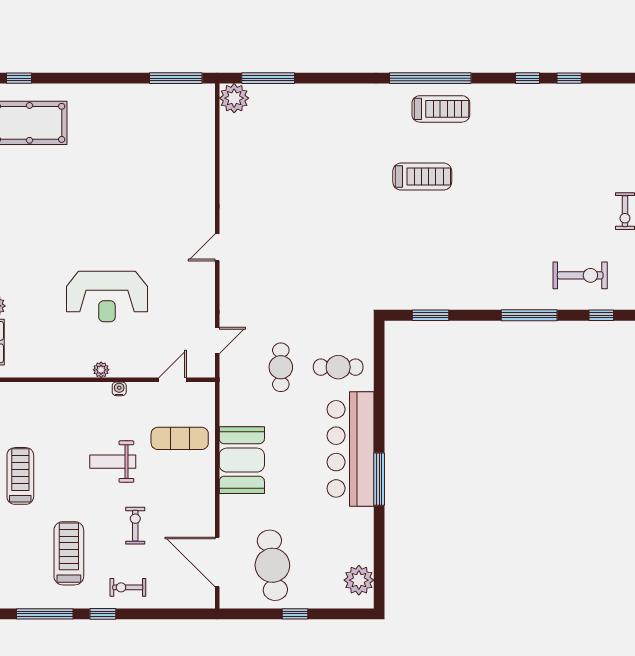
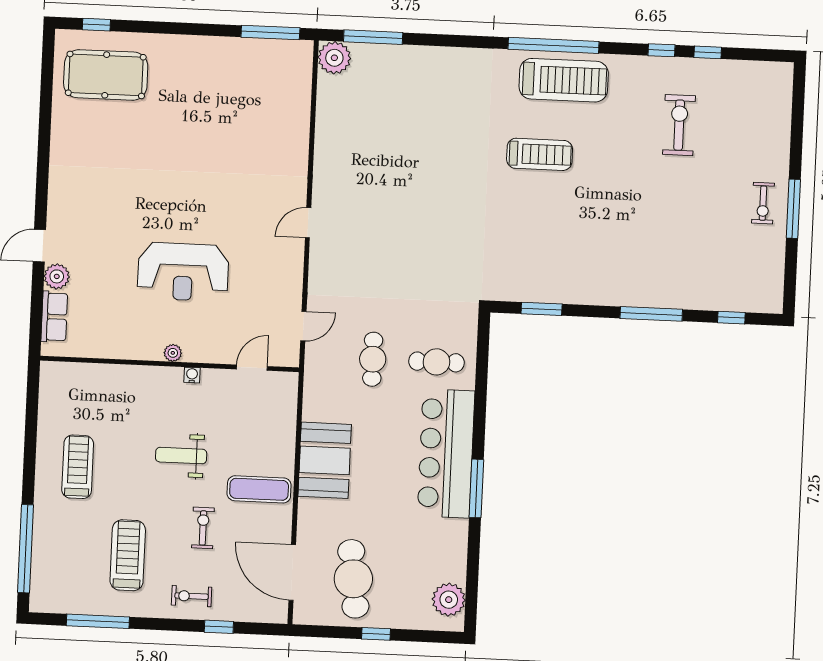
treadmill: (441, 109) -> (564, 80), width x1.37, depth x1.38
exercise bike: (580, 275) -> (679, 125), moved, turned -90
exercise mat: (180, 438) -> (259, 489), moved
window: (103, 614) -> (219, 627), moved

